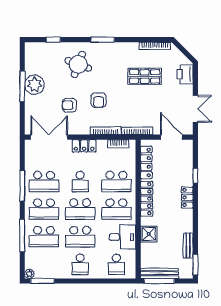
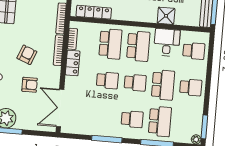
armchair: (99, 100) -> (27, 55), turned -68
armchair: (69, 105) -> (30, 85), turned -90
locker: (84, 146) -> (73, 63), moved
school desk: (44, 181) -> (104, 117), removed
locker: (147, 199) -> (130, 15), removed
school desk: (44, 209) -> (132, 119), width x0.54
school desk: (80, 209) -> (135, 83), width x0.54

